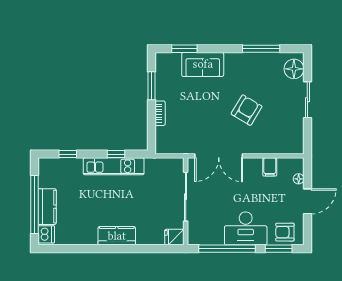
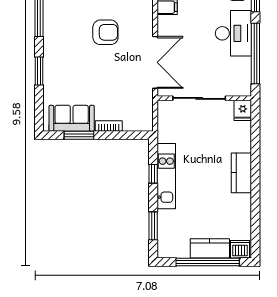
window: (184, 49) -> (39, 71), moved
sofa: (203, 64) -> (72, 118), moved, turned -90
armchair: (247, 110) -> (105, 32), turned 149
window: (68, 154) -> (153, 226), width x1.50

